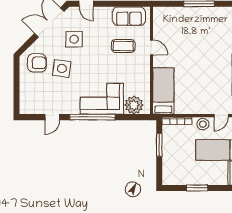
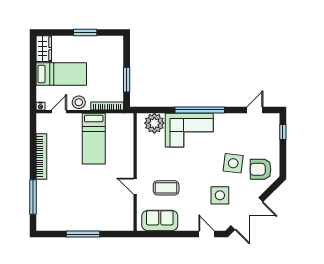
bed: (163, 91) -> (94, 139), moved
window: (16, 97) -> (283, 132), added
door: (52, 117) -> (255, 110), moved

